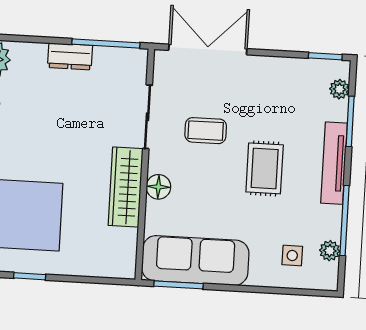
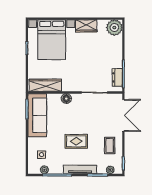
dresser: (70, 56) -> (117, 77), moved
coffee table: (206, 131) -> (110, 145), moved
wardrobe: (126, 187) -> (45, 85), moved

